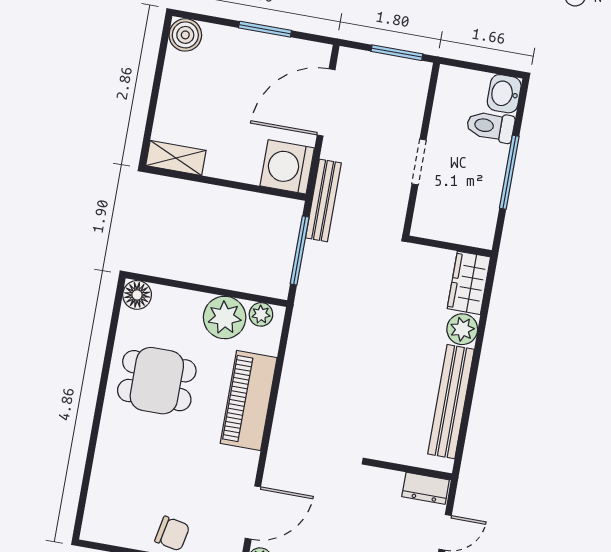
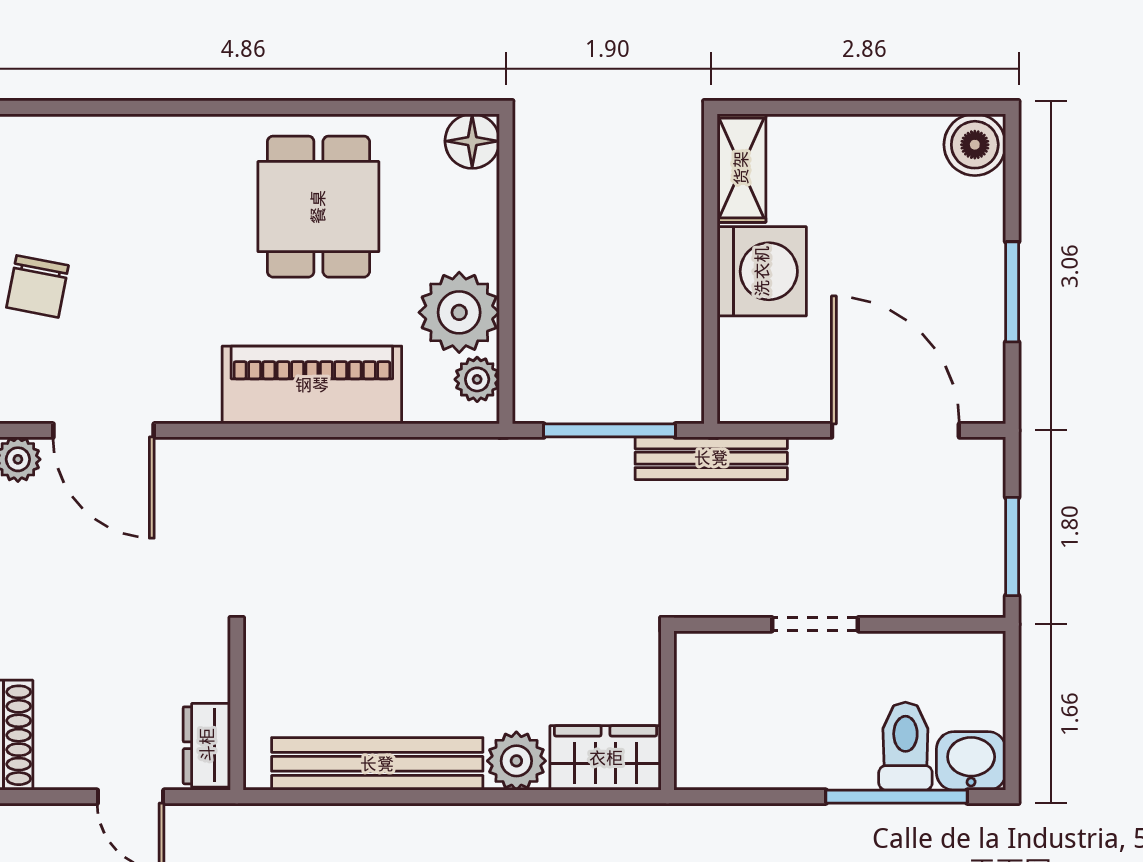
washing machine: (287, 167) -> (762, 271), moved, turned 90
window: (509, 172) -> (896, 797), moved

